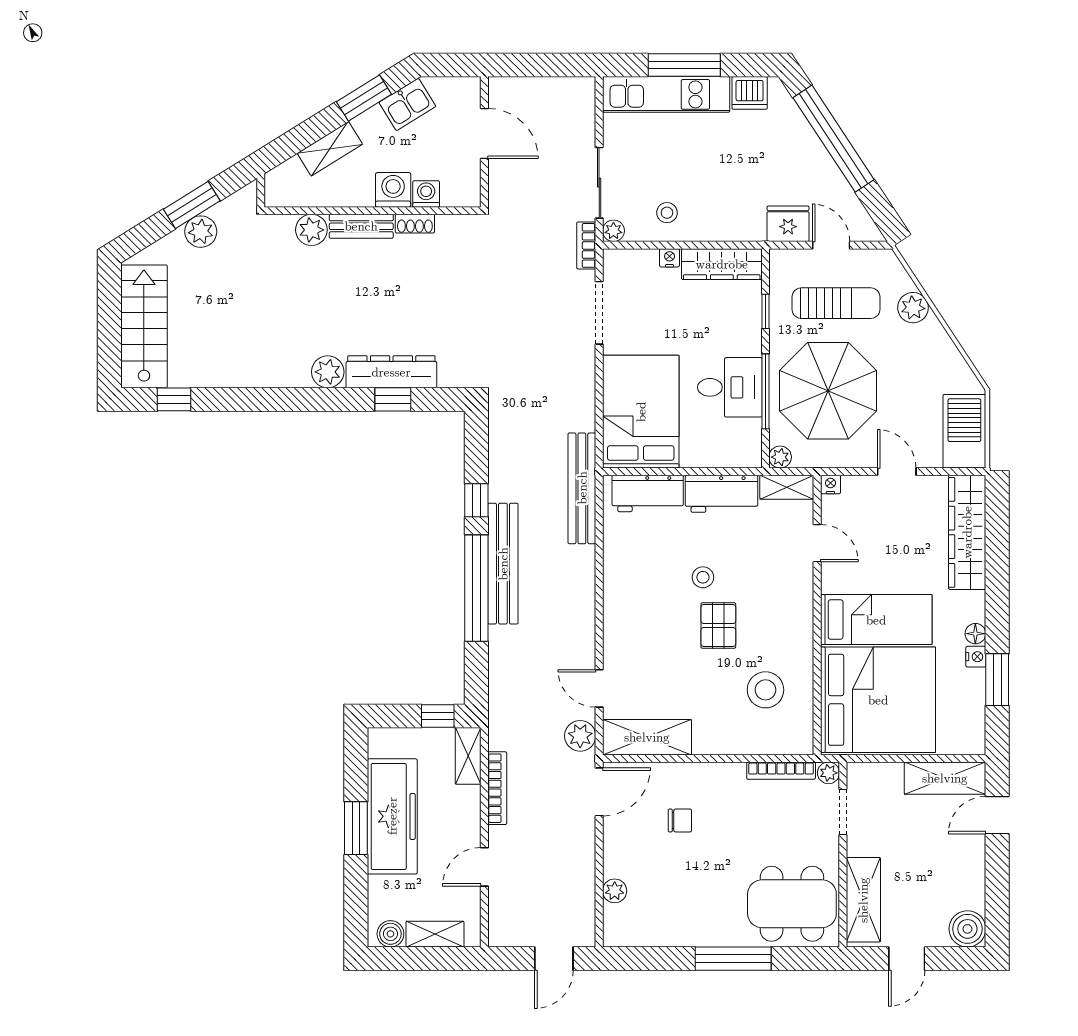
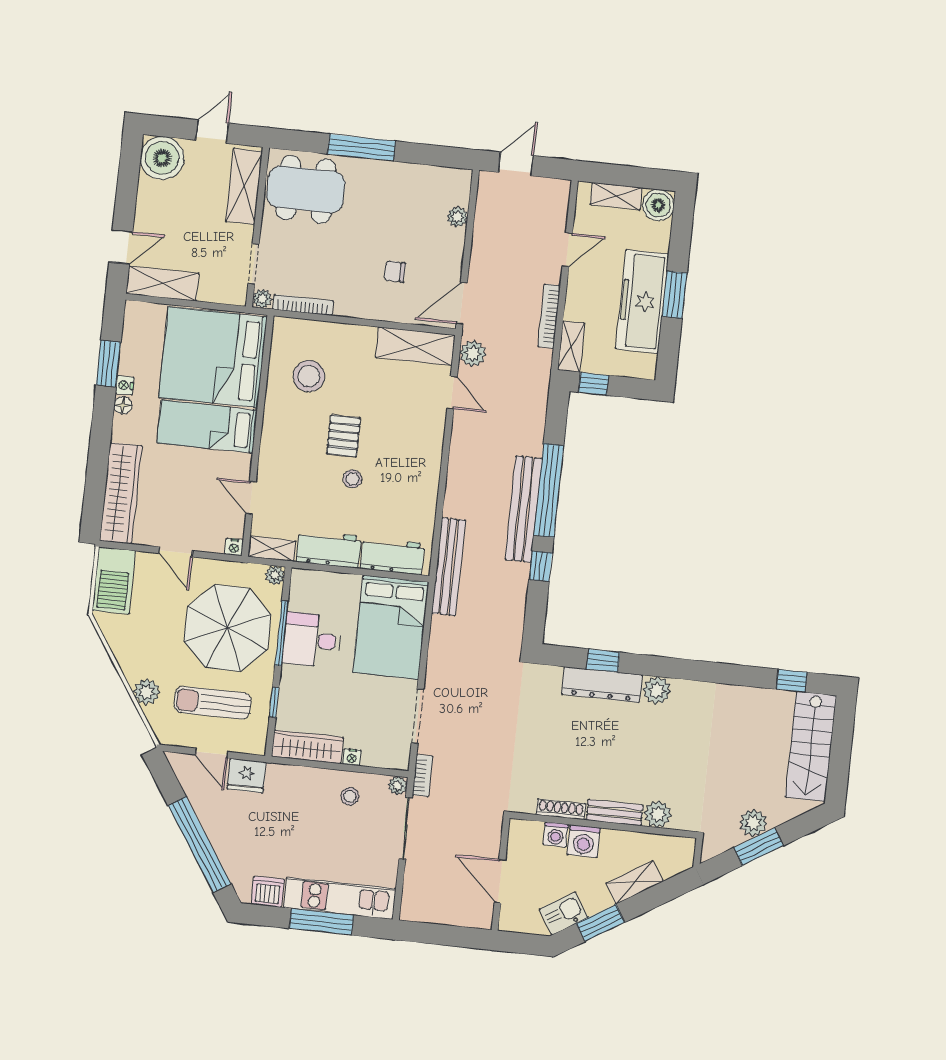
shoe rack: (415, 224) -> (561, 809), width x1.43
boiler: (967, 929) -> (162, 158), width x1.37, depth x1.37
boiler: (390, 934) -> (658, 205), width x1.36, depth x1.36

